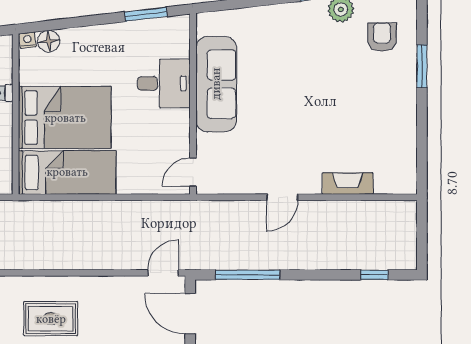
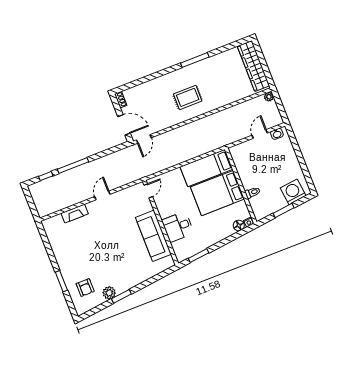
window: (248, 275) -> (73, 166), moved

